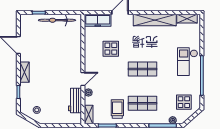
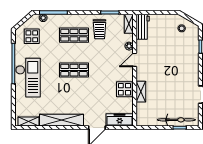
bicycle: (57, 20) -> (176, 120), moved
display table: (111, 49) -> (124, 89), moved
checkout: (188, 62) -> (28, 78), width x1.36, depth x1.21
shelving: (25, 72) -> (141, 92), moved
workbench: (75, 100) -> (143, 27), moved

